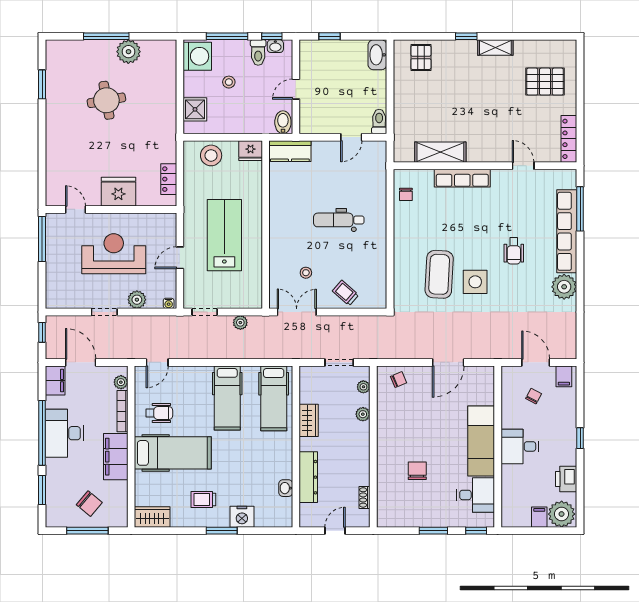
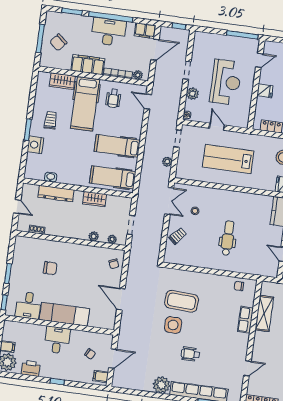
row of seats: (462, 178) -> (245, 320), width x0.68
fridge: (118, 192) -> (265, 91), width x0.53, depth x0.75
lab bench: (224, 235) -> (228, 159), turned 180
wardrobe: (152, 517) -> (62, 81), moved, turned 90

